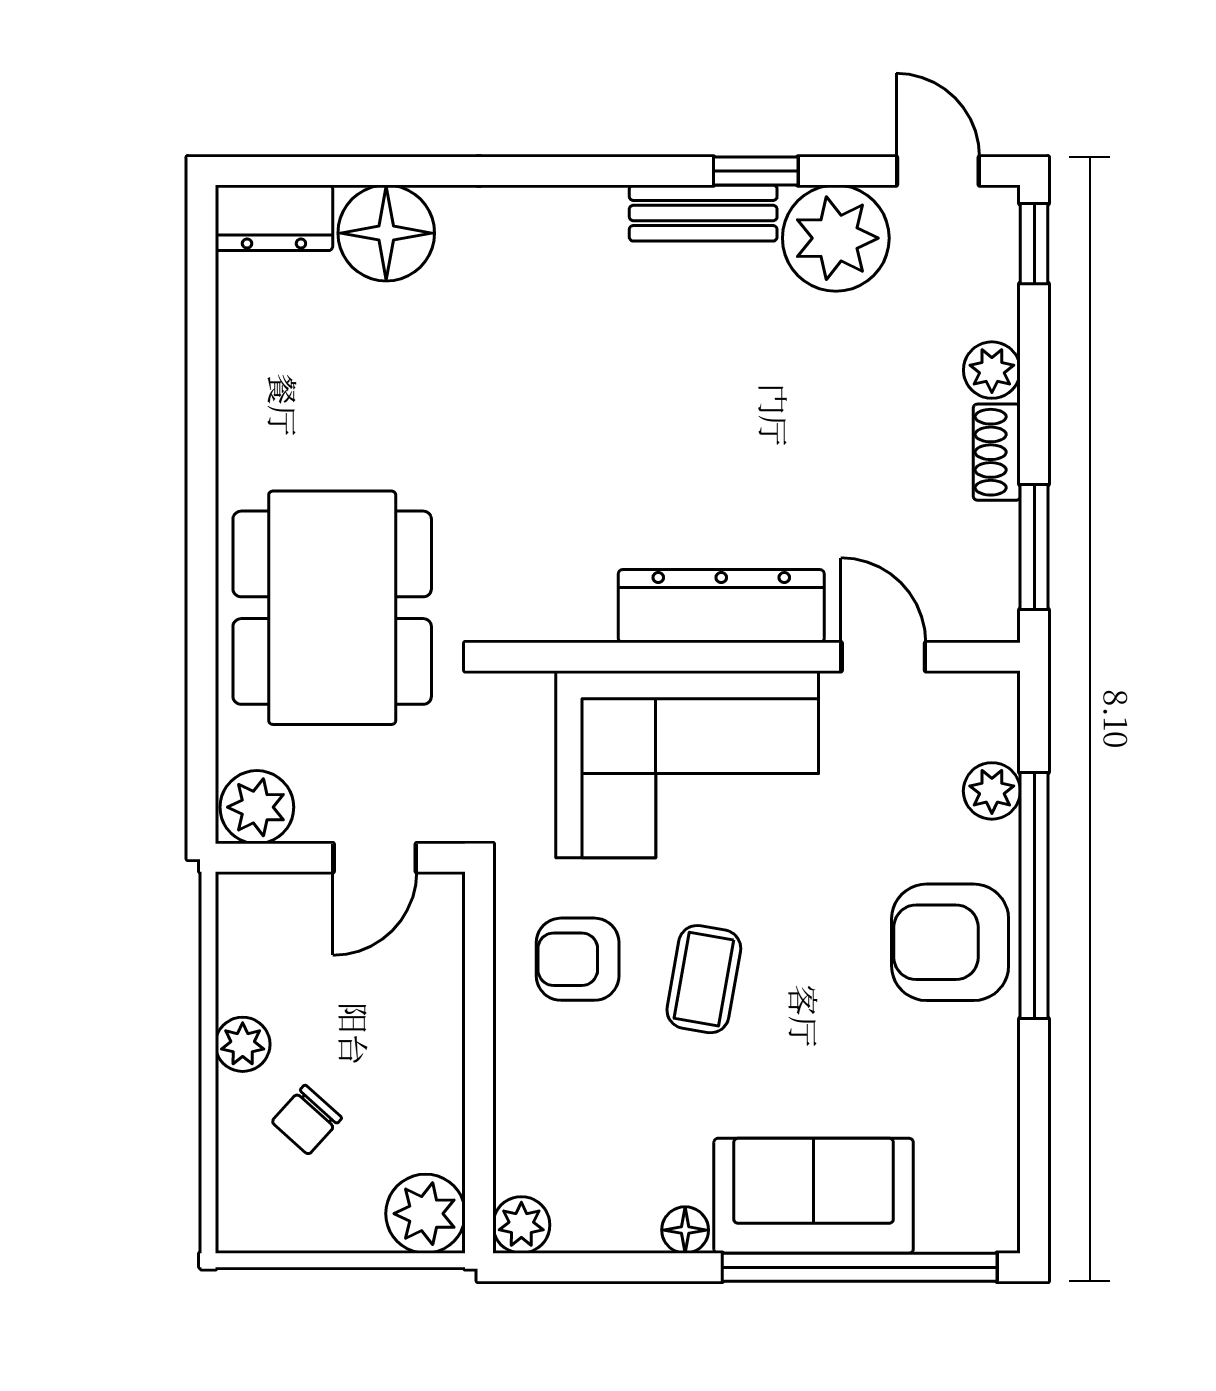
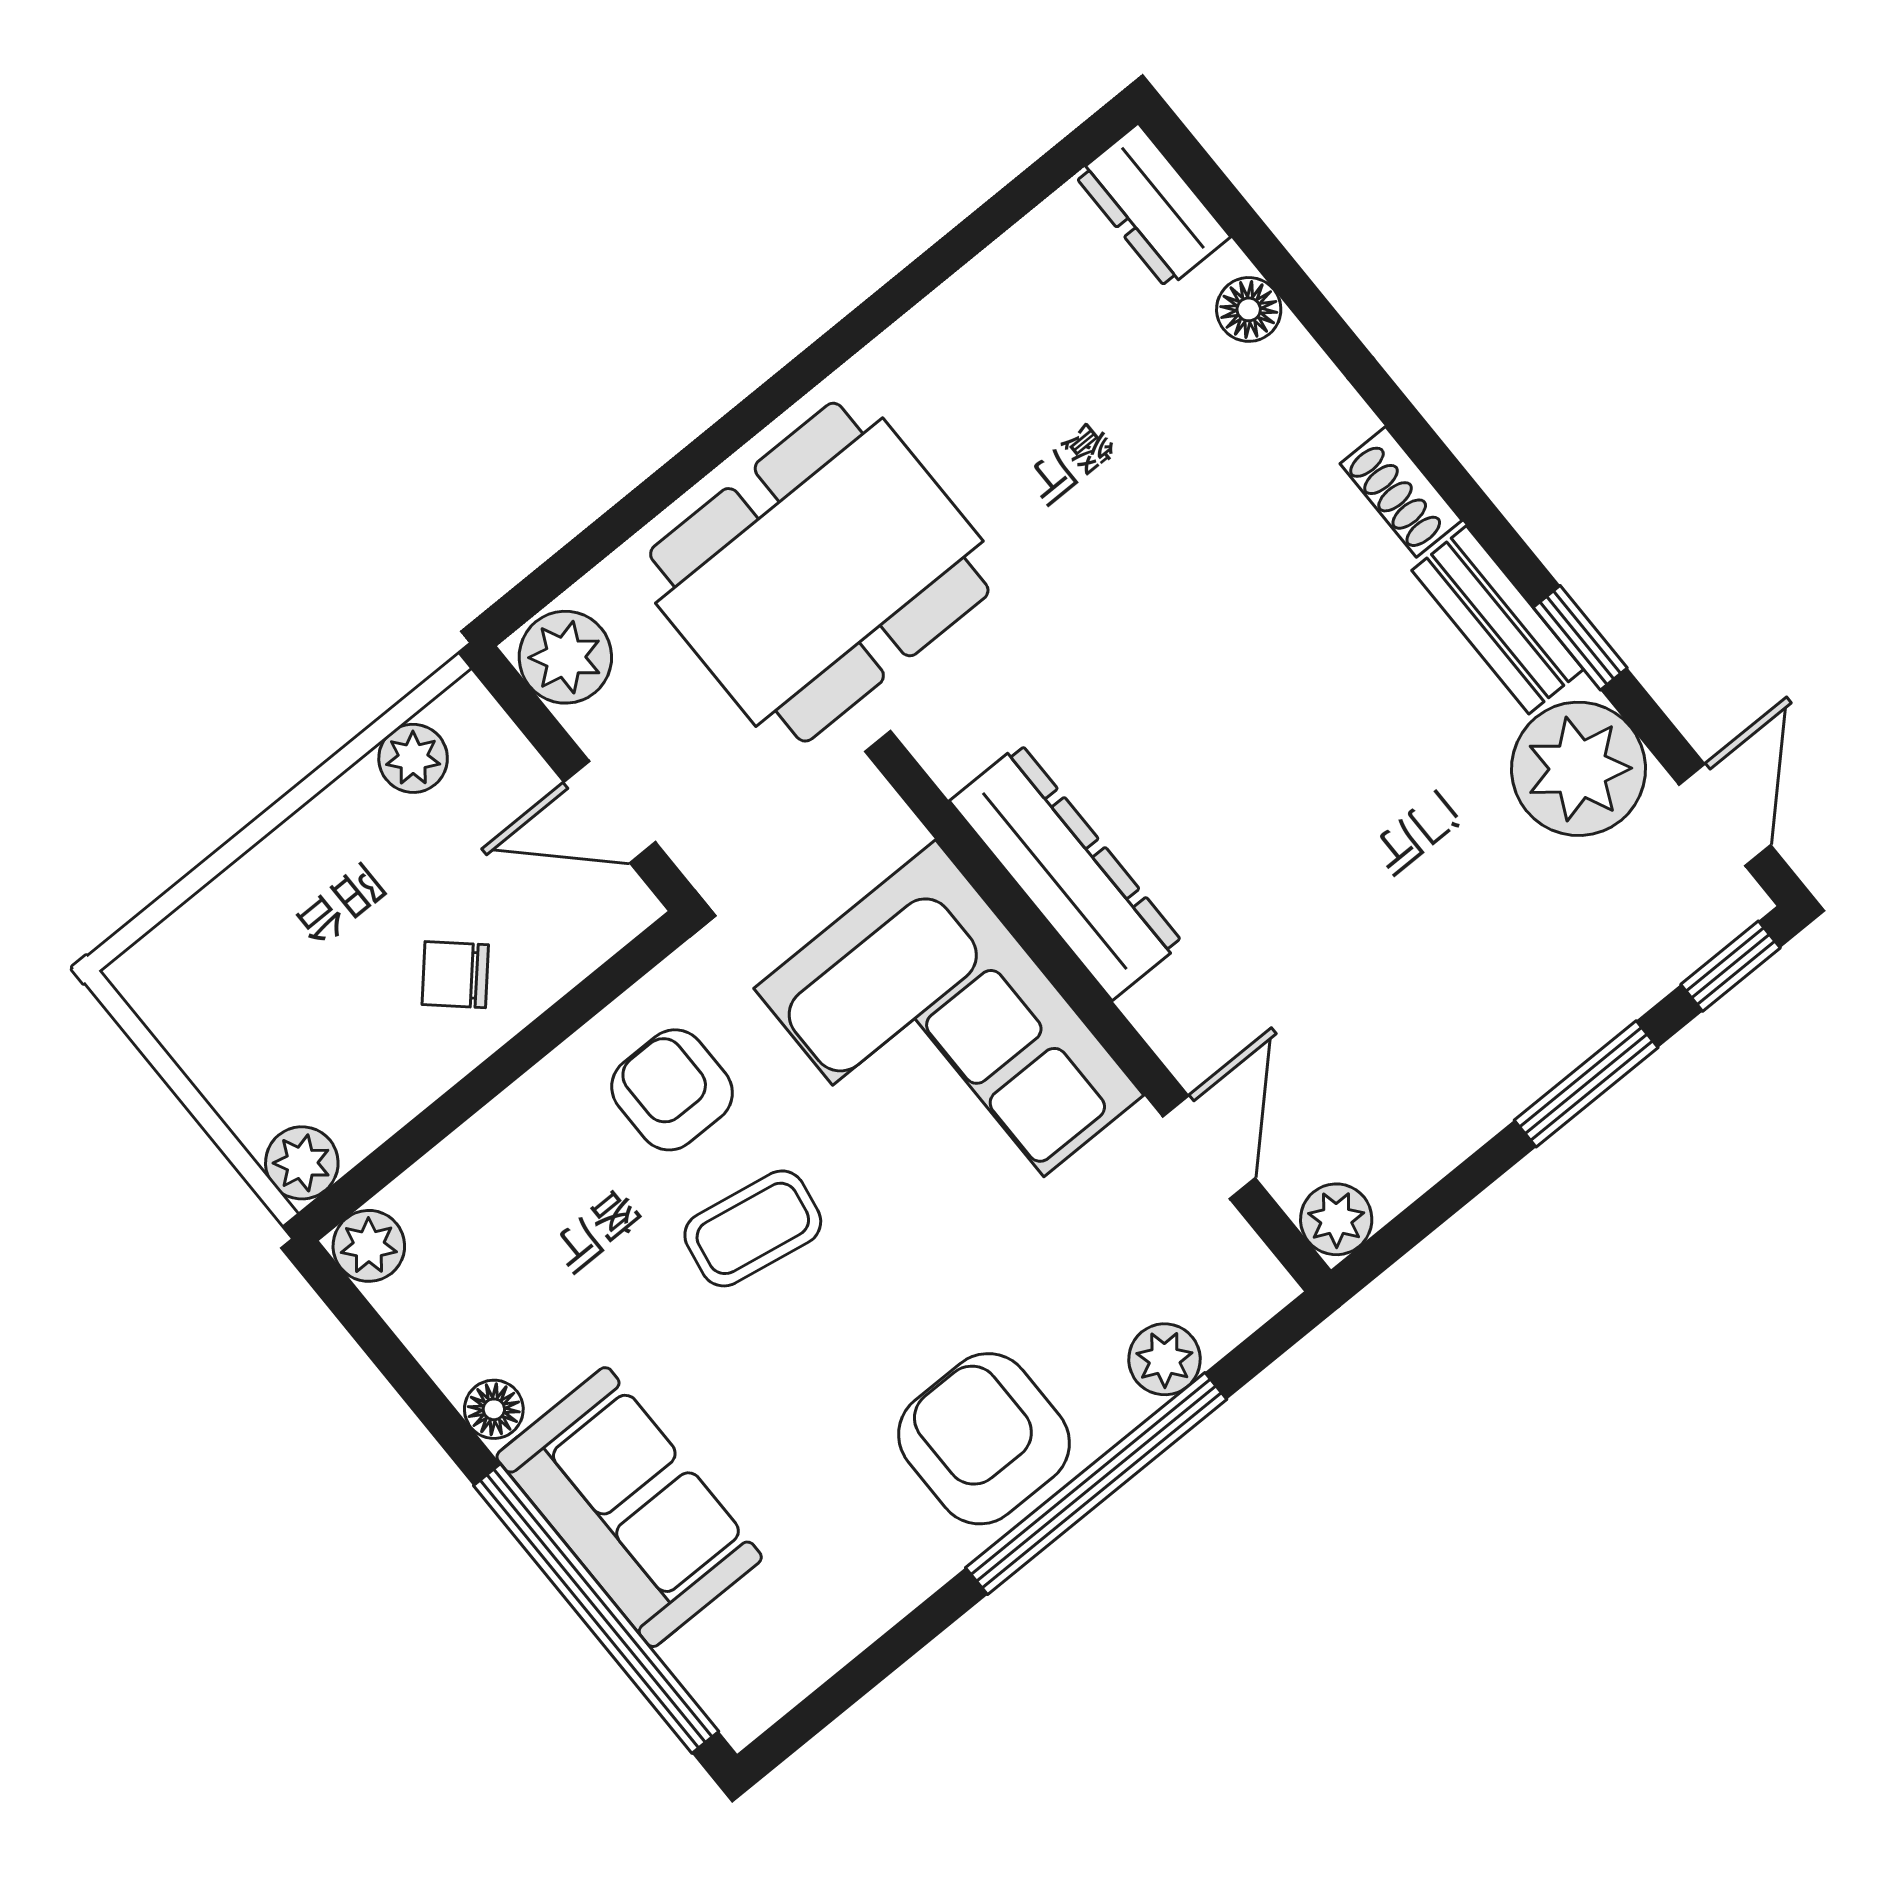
floor lamp: (386, 233) -> (1249, 309), width x0.53, depth x0.53
plant: (992, 370) -> (1336, 1219), moved
shoe rack: (997, 452) -> (1401, 492), moved, turned -90
window: (1034, 547) -> (1586, 1084), moved
dresser: (721, 606) -> (1066, 872), moved
plant: (243, 1044) -> (413, 758), moved
chair: (307, 1120) -> (455, 975), moved
plant: (426, 1214) -> (302, 1163), width x0.73, depth x0.73

